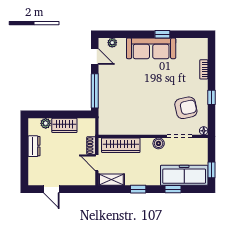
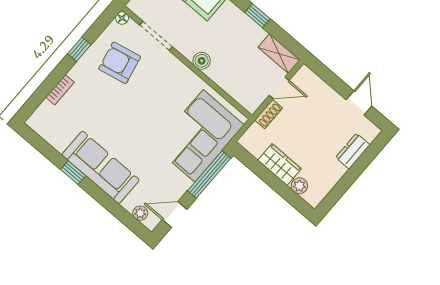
door: (95, 57) -> (175, 214), hinge flipped
corner sofa: (116, 105) -> (199, 136), added
boiler: (159, 143) -> (202, 61), moved
wardrobe: (121, 145) -> (234, 84), removed
dresser: (34, 146) -> (353, 151), moved
door: (97, 163) -> (279, 88), hinge flipped

